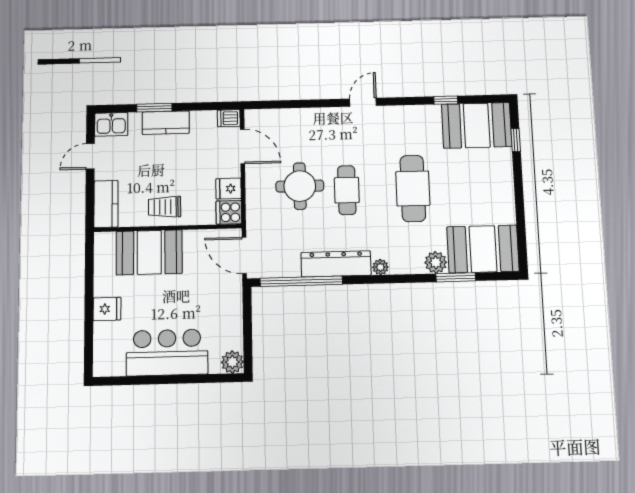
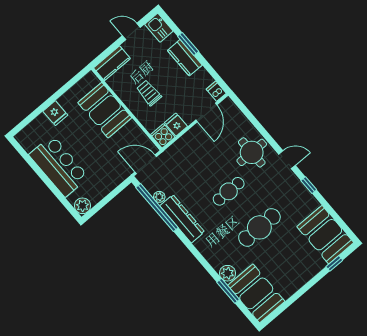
window: (446, 100) -> (309, 185), moved
round table: (300, 186) -> (252, 152), moved
trolley: (165, 207) -> (149, 93), moved
door: (244, 255) -> (146, 164), hinge flipped
plant: (380, 267) -> (159, 197), moved

